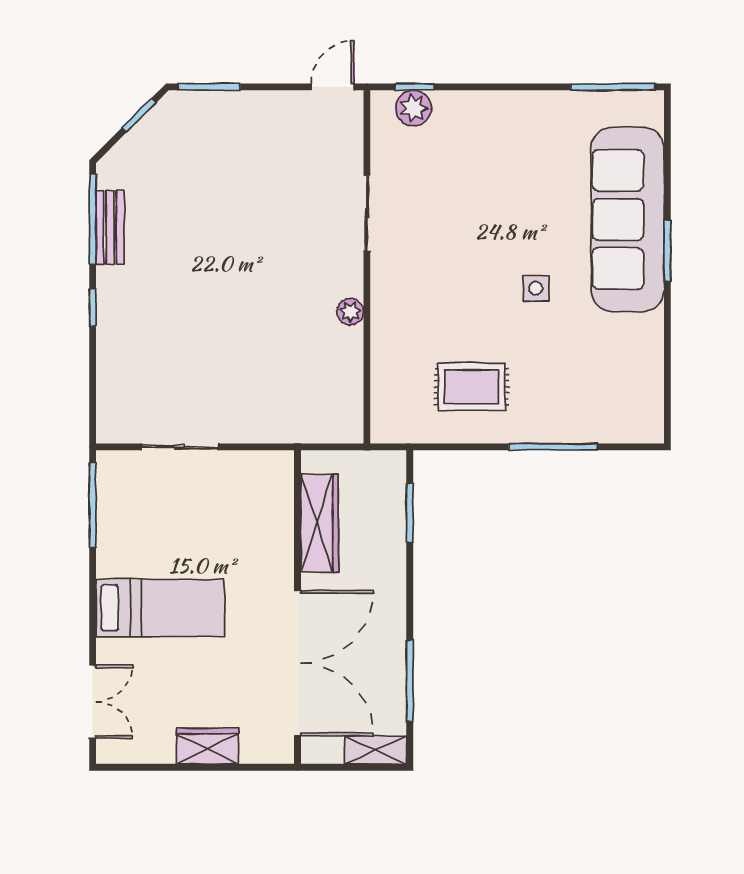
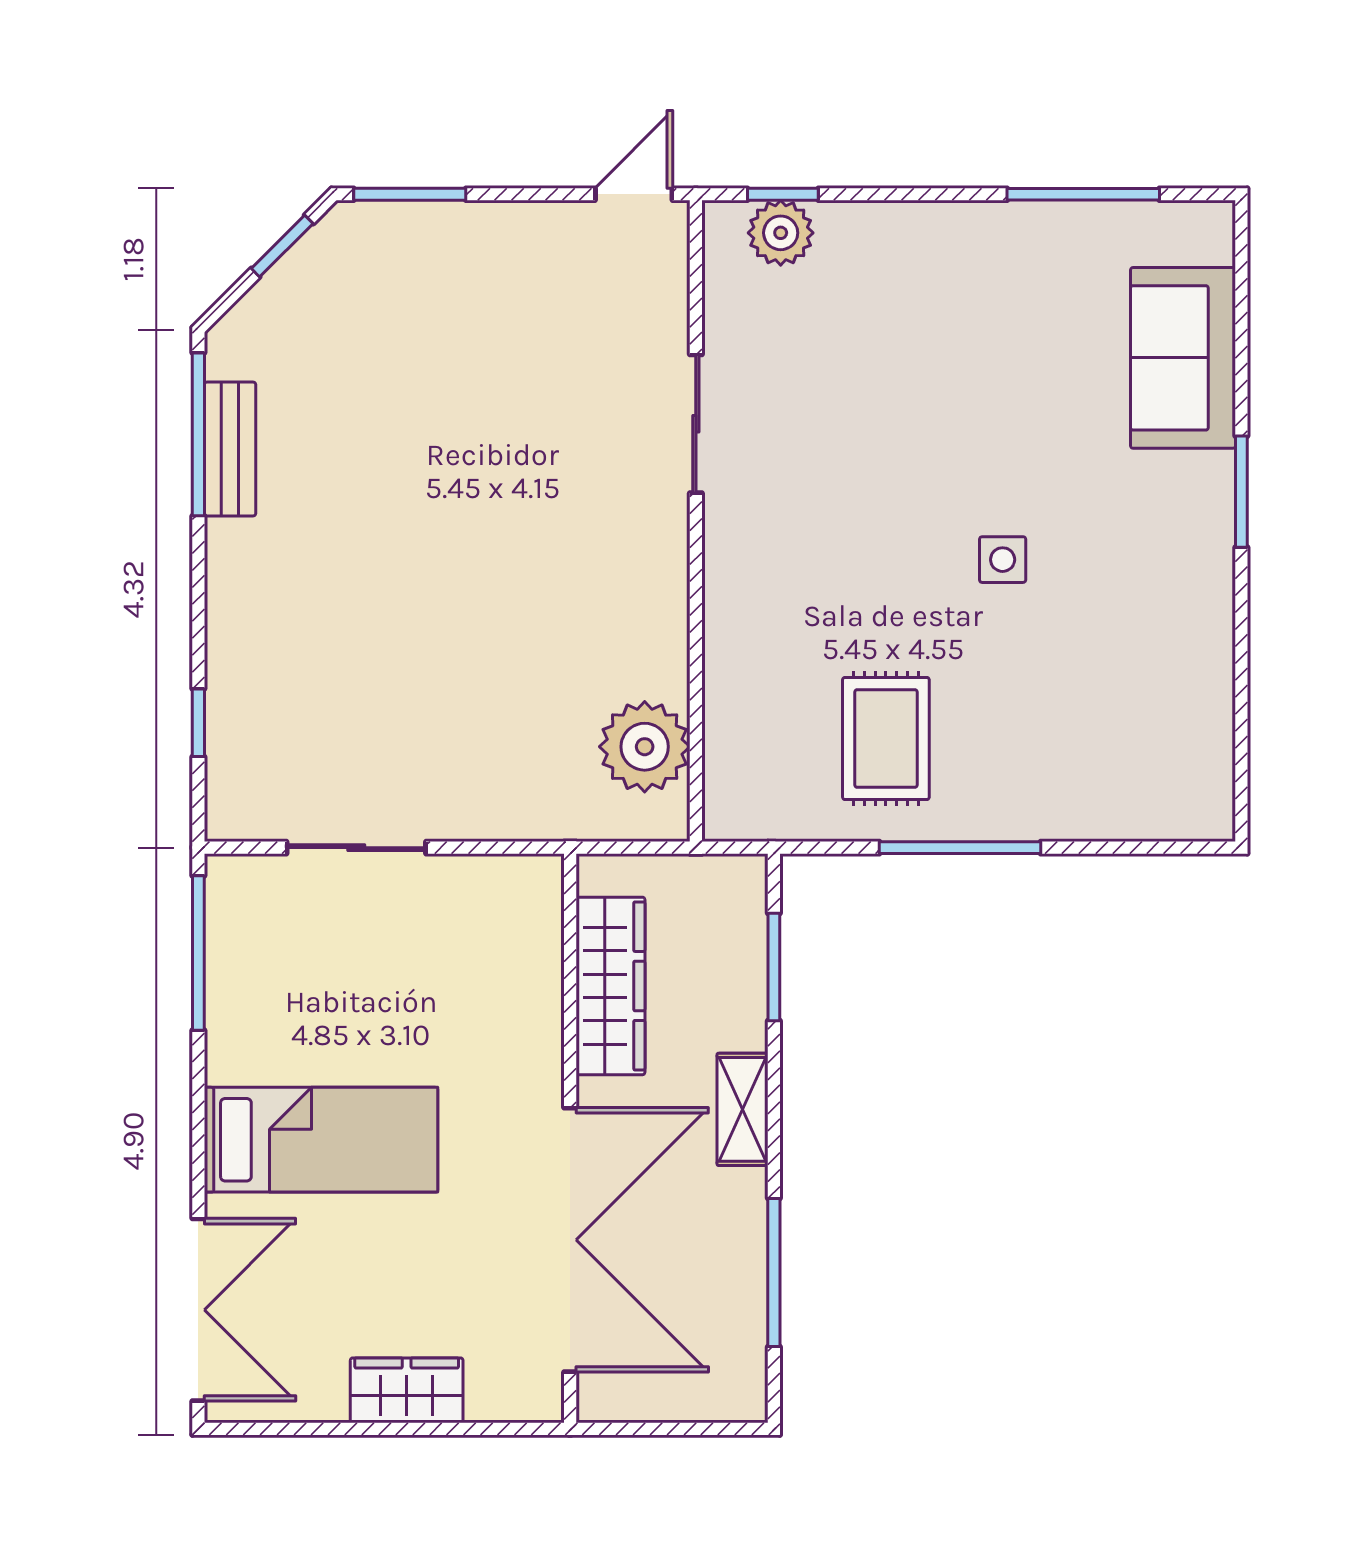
window: (613, 87) -> (1083, 194), moved
sofa: (627, 219) -> (1183, 358), width x0.54, depth x0.79
window: (93, 307) -> (198, 723), moved
plant: (350, 312) -> (645, 747), moved, width x1.88, depth x1.88
rug: (472, 387) -> (886, 738), turned 90
window: (553, 447) -> (960, 848), moved
double door: (93, 702) -> (198, 1310), width x1.37
shelving: (375, 750) -> (743, 1109), moved, turned 90

